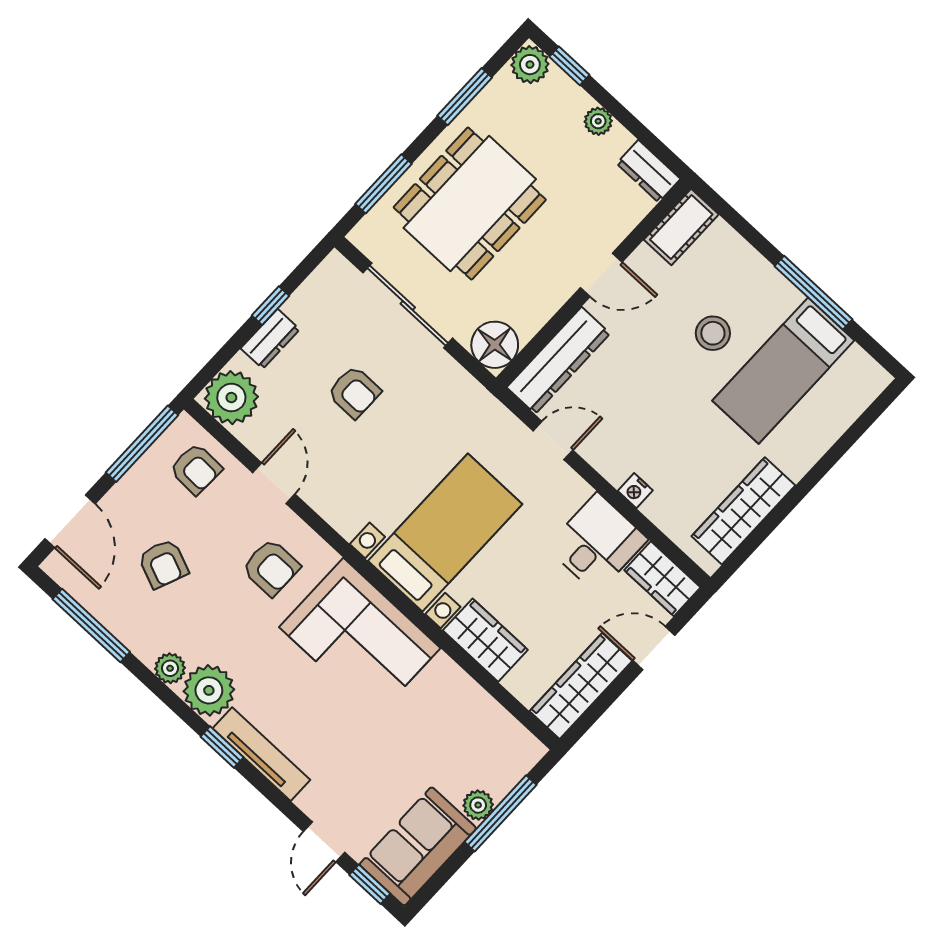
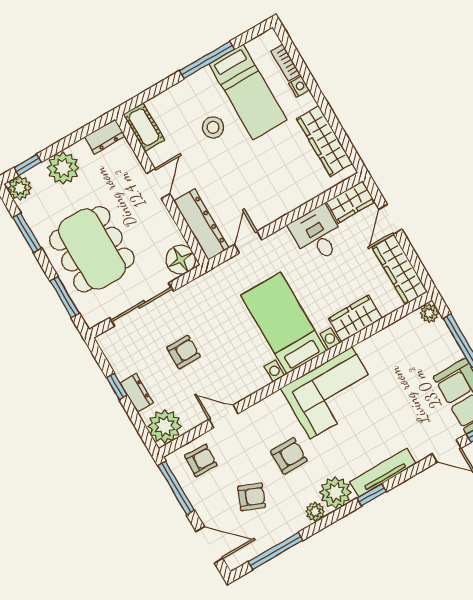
plant: (598, 121) -> (63, 168), width x1.88, depth x1.88
bookcase: (846, 415) -> (286, 63), added
nightstand: (635, 491) -> (299, 87), moved, turned -90
armchair: (271, 567) -> (289, 456), moved
plant: (478, 805) -> (429, 313), moved

